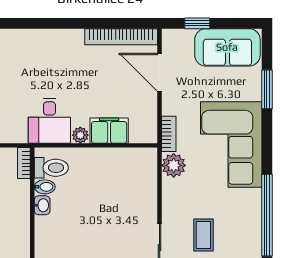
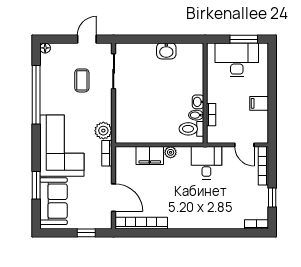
sofa: (227, 47) -> (53, 201), moved, turned 90
desk: (49, 121) -> (206, 163), moved
bookcase: (24, 163) -> (211, 115), moved

